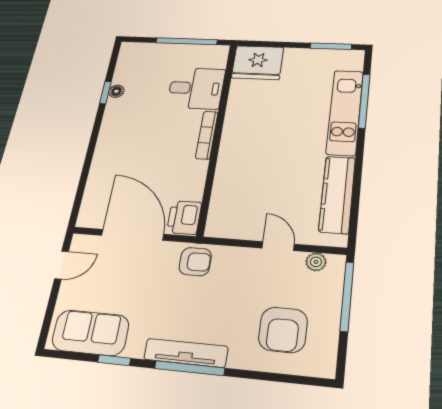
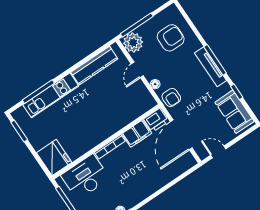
desk: (196, 88) -> (85, 177), width x1.37
filing cabinet: (191, 180) -> (137, 134), added
floor lamp: (235, 254) -> (155, 84), added
armchair: (195, 262) -> (171, 97), turned 180
plant: (316, 262) -> (133, 43), width x1.88, depth x1.88

